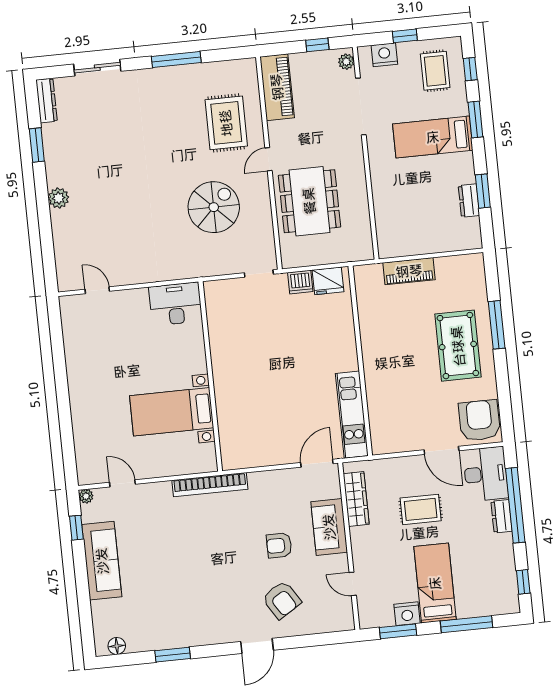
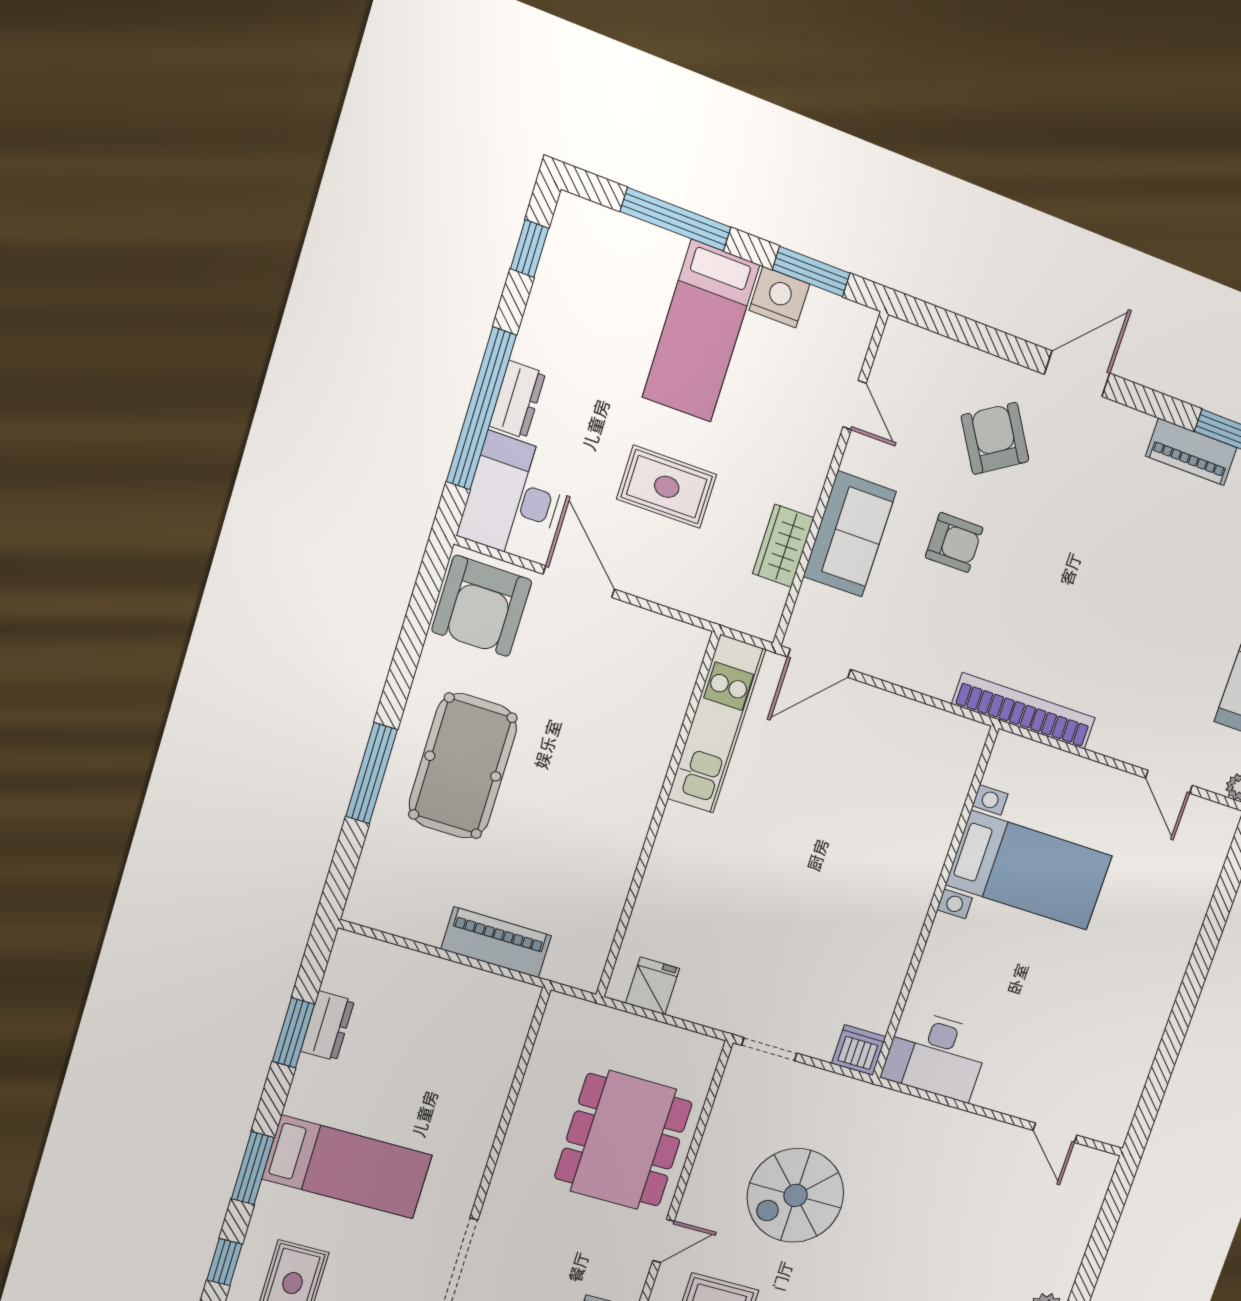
fridge: (328, 281) -> (653, 986), width x0.72
dishwasher: (300, 282) -> (859, 1050), moved
wardrobe: (356, 499) -> (783, 546), width x0.67
piano: (186, 637) -> (1191, 452), added

